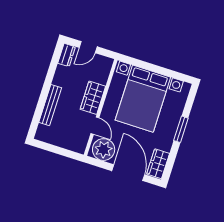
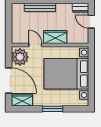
door: (95, 126) -> (35, 45), swing flipped
door: (128, 173) -> (9, 80), hinge flipped

